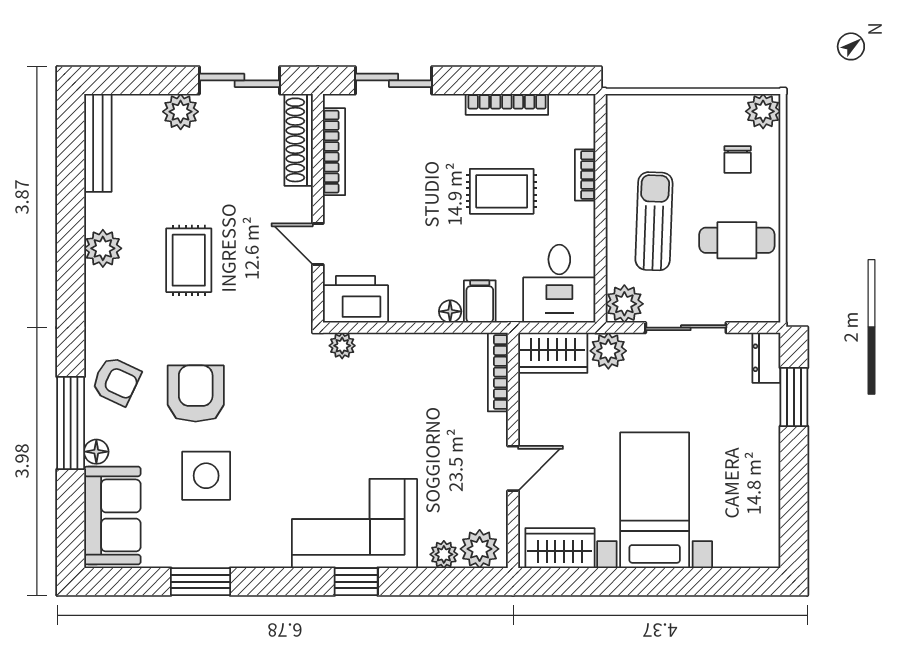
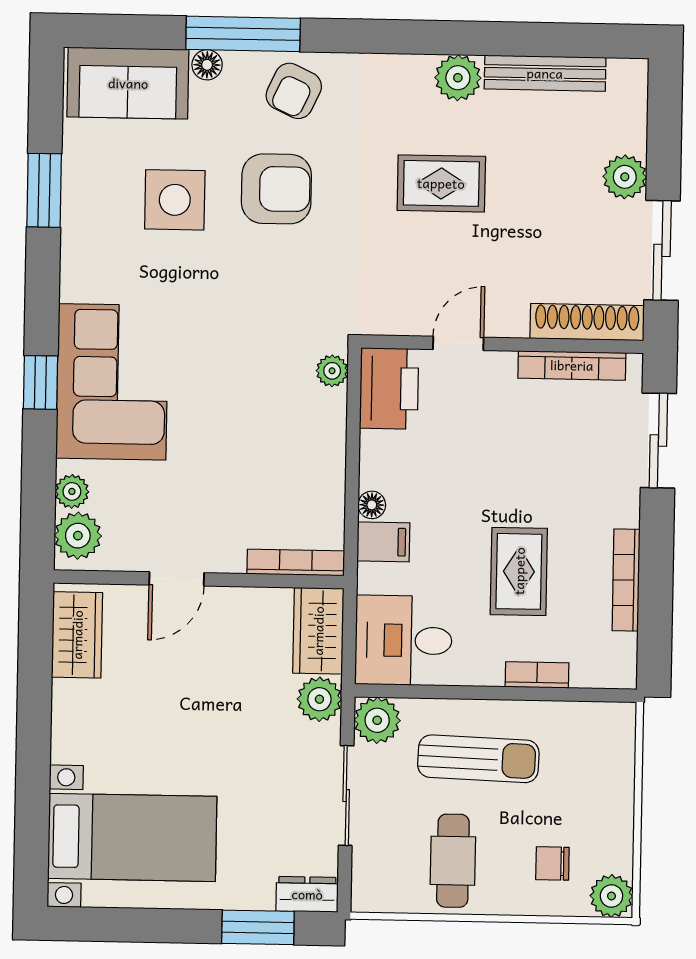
bench: (98, 143) -> (545, 73), moved
door: (513, 468) -> (177, 579), hinge flipped
bed with nightstands: (655, 500) -> (132, 837), moved

